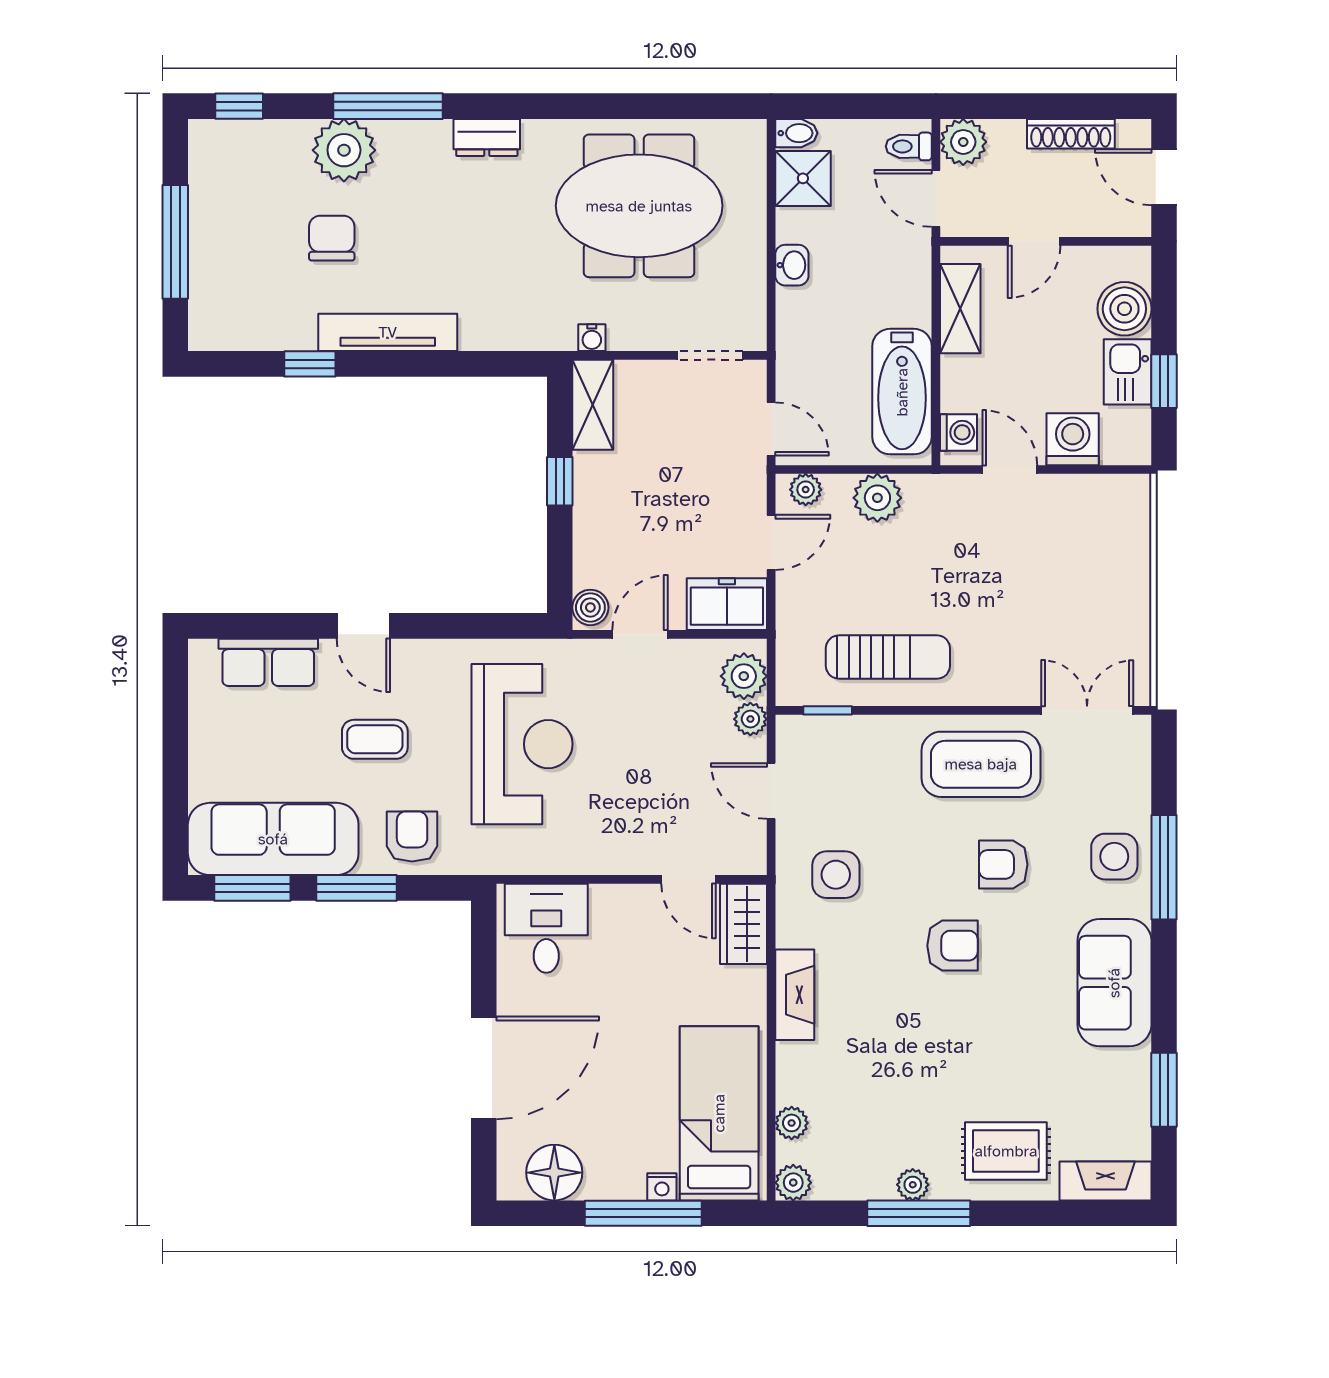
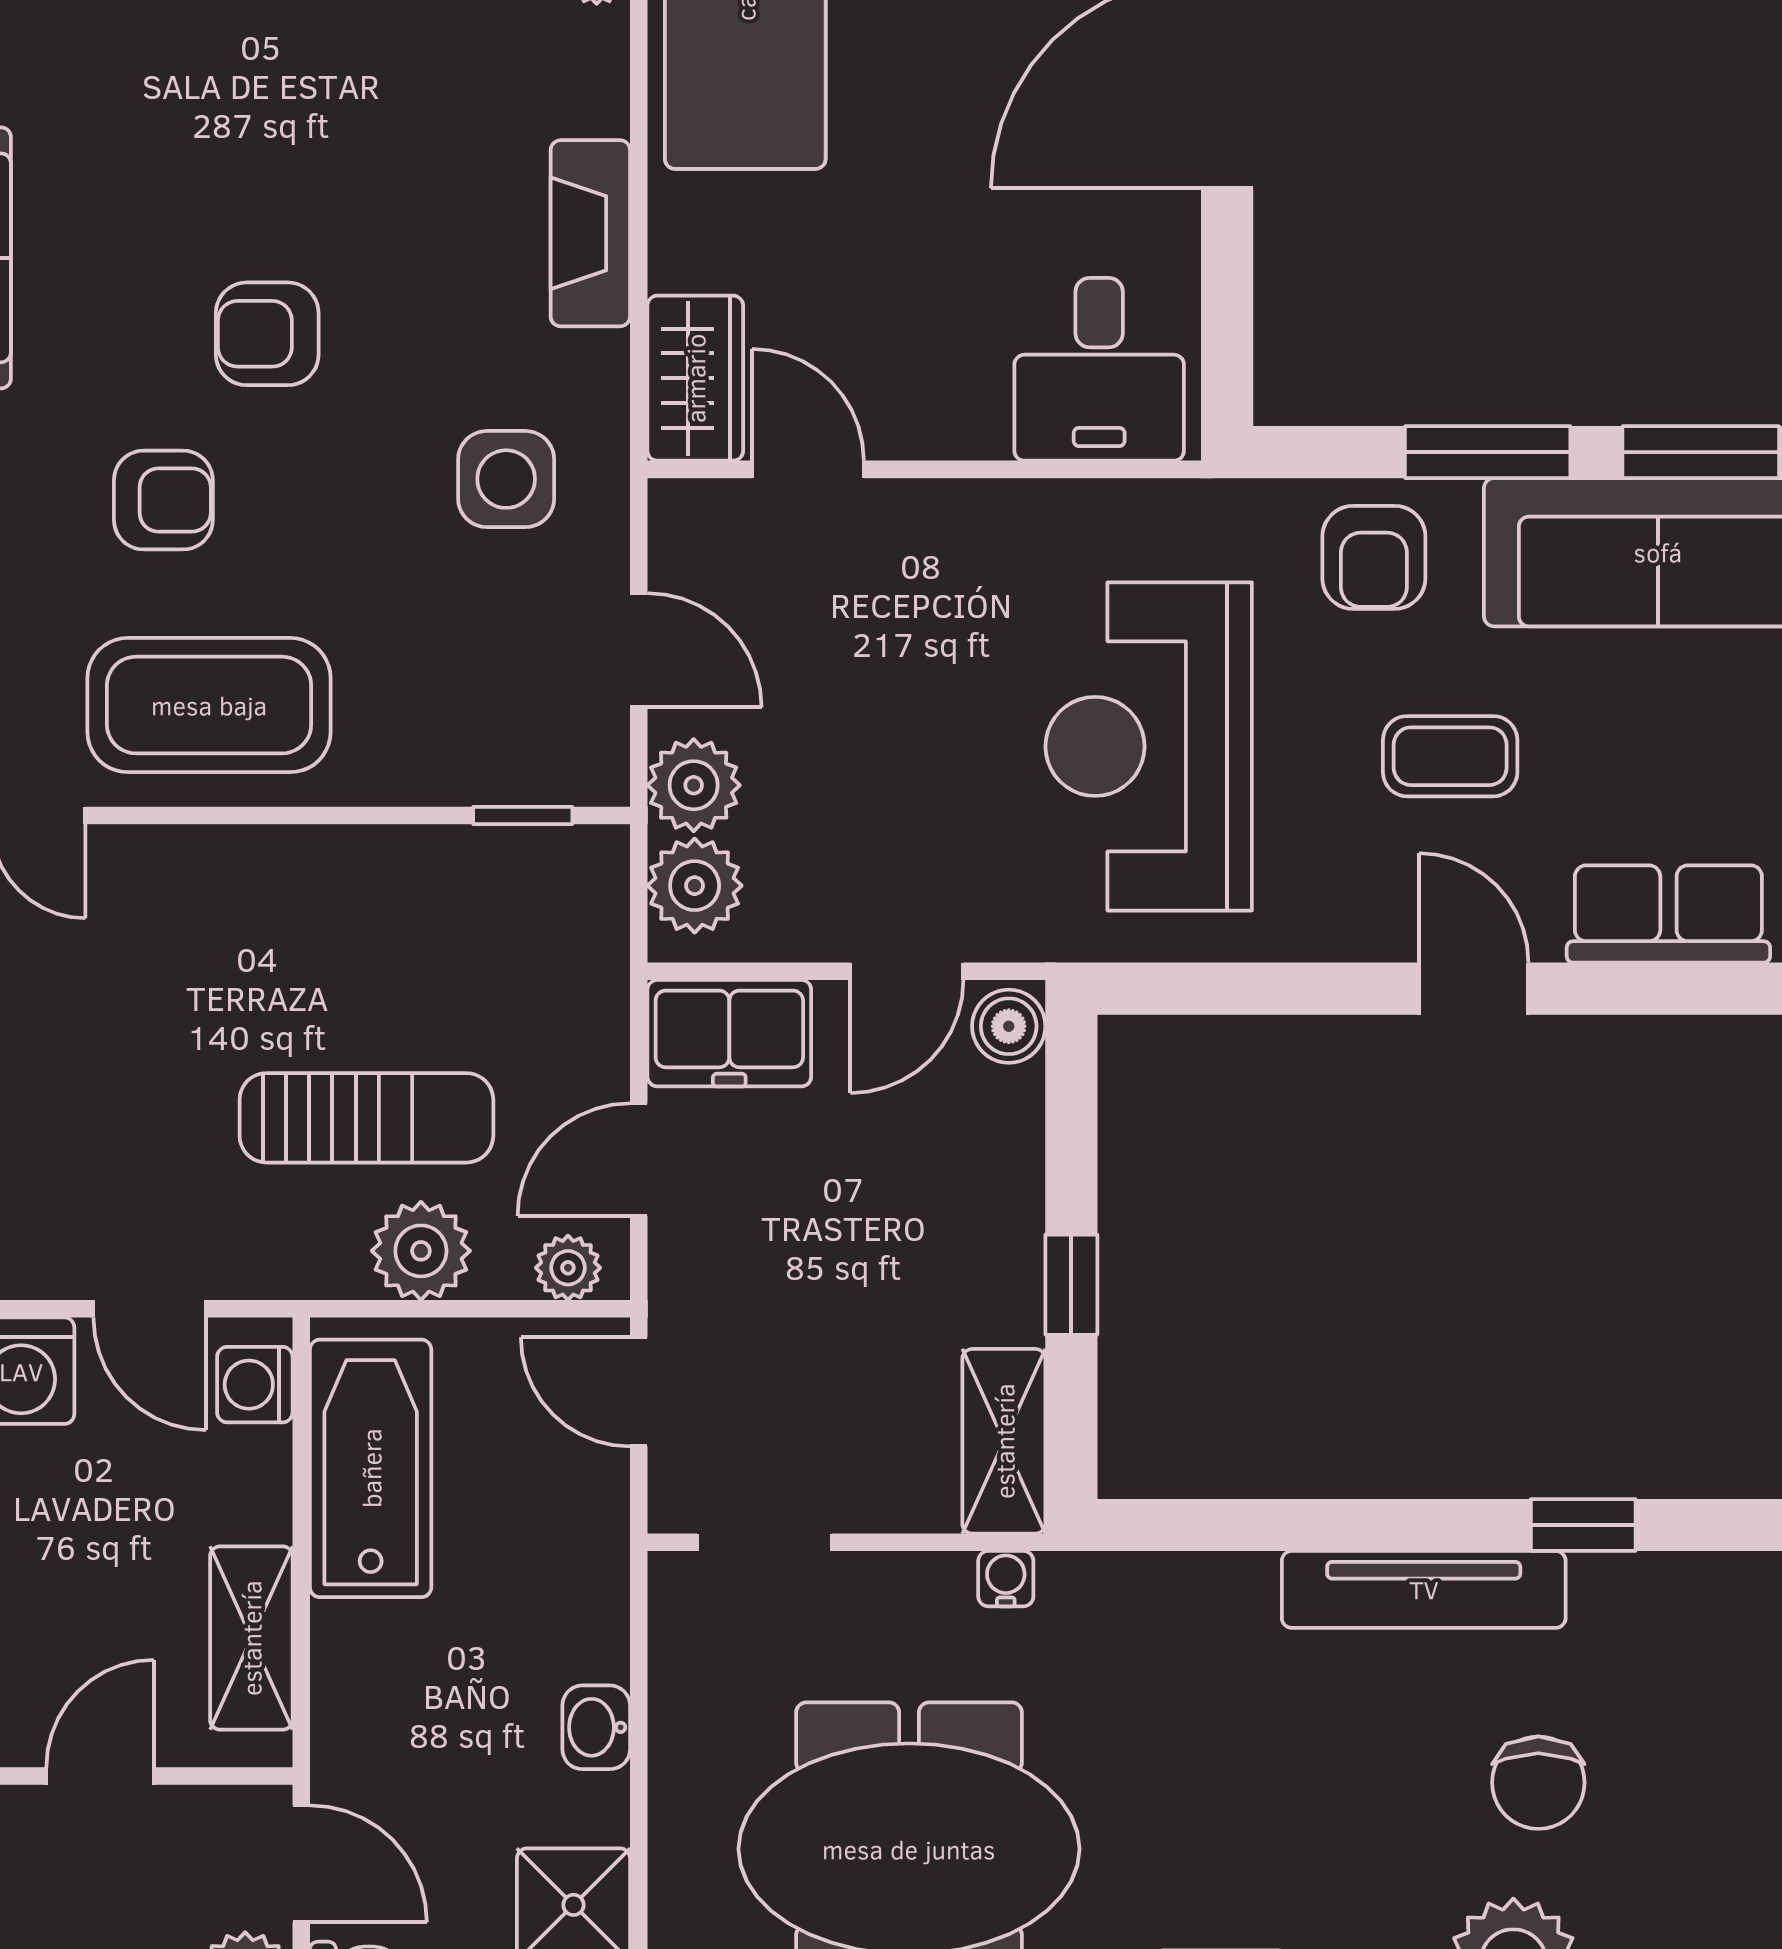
sun lounger: (888, 657) -> (366, 1118), moved, turned 180
plant: (750, 719) -> (694, 785), width x1.38, depth x1.38

